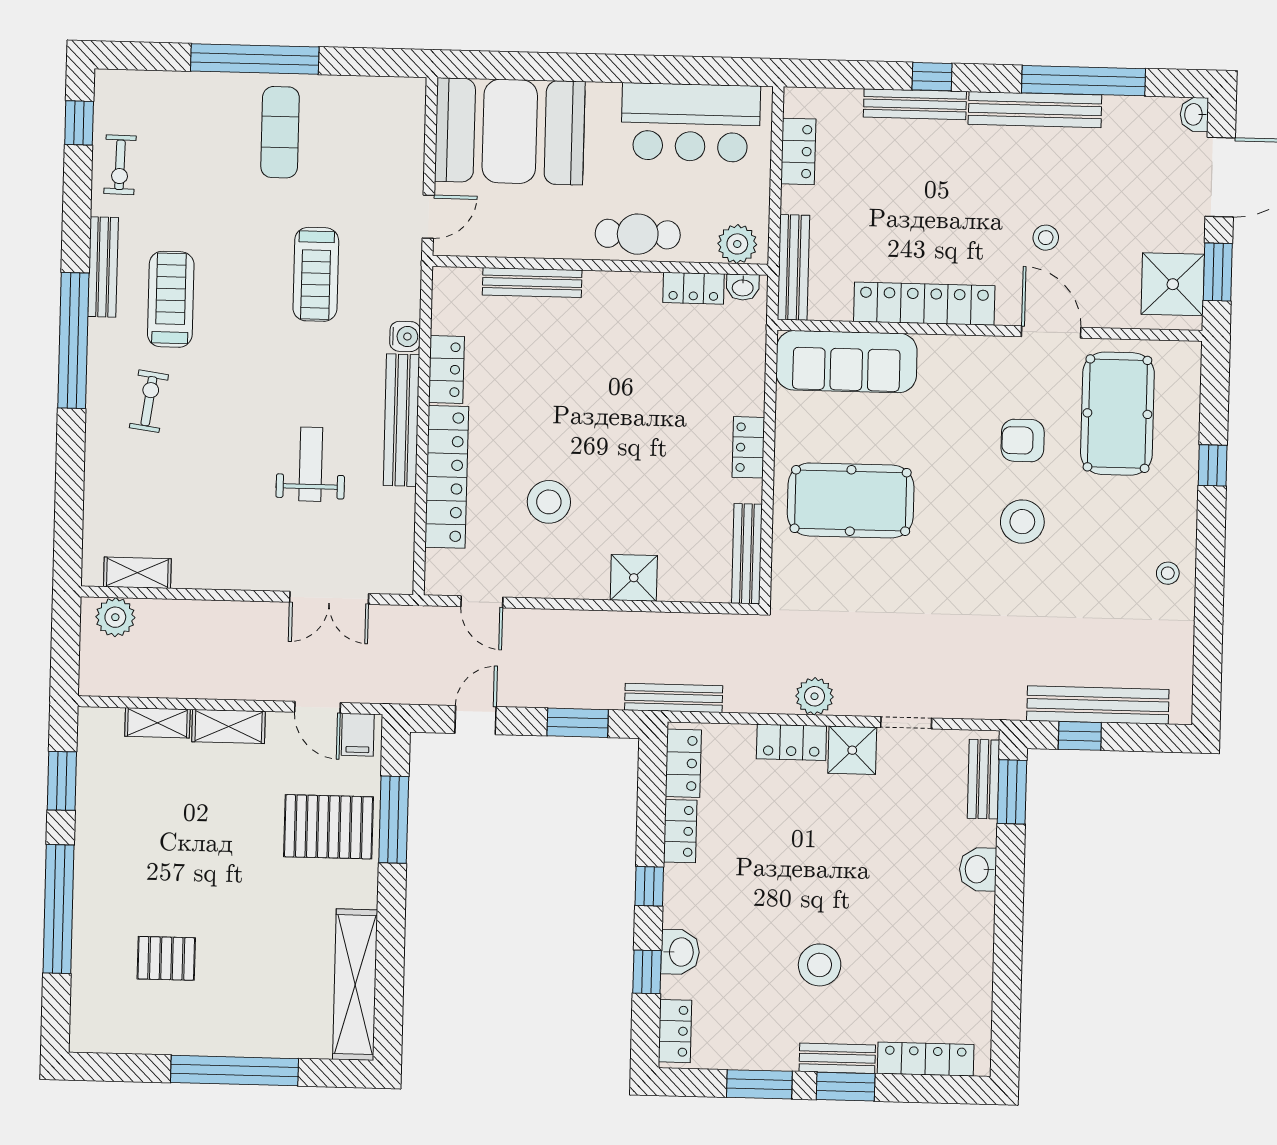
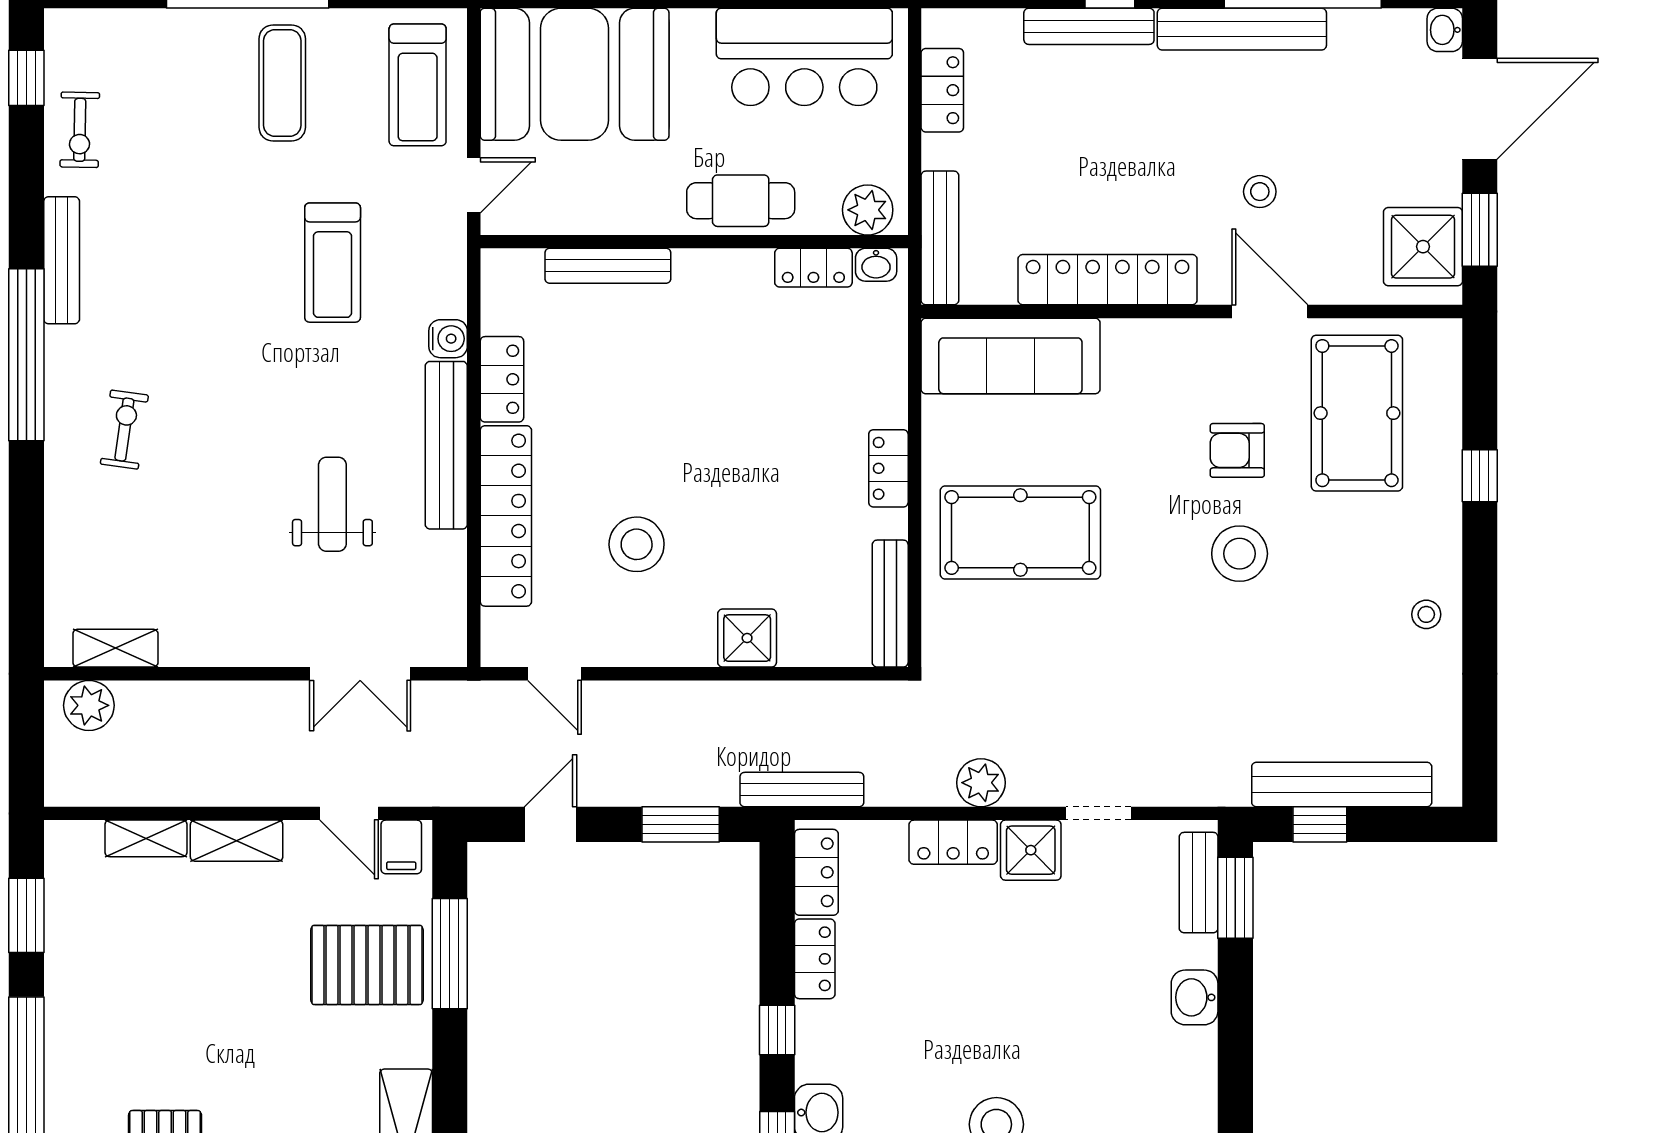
treadmill: (171, 299) -> (418, 85), moved, turned 180

